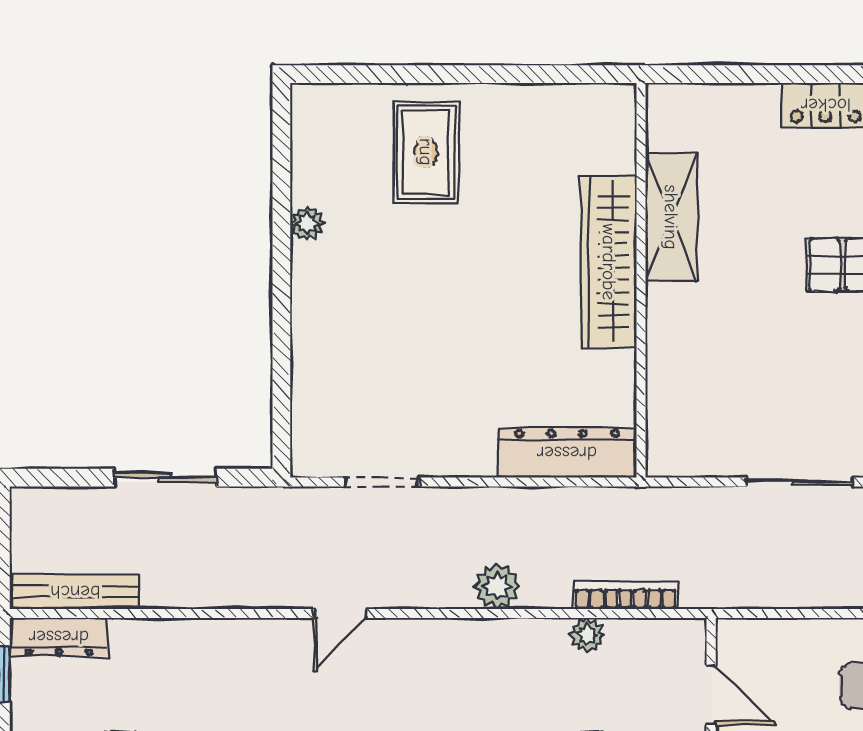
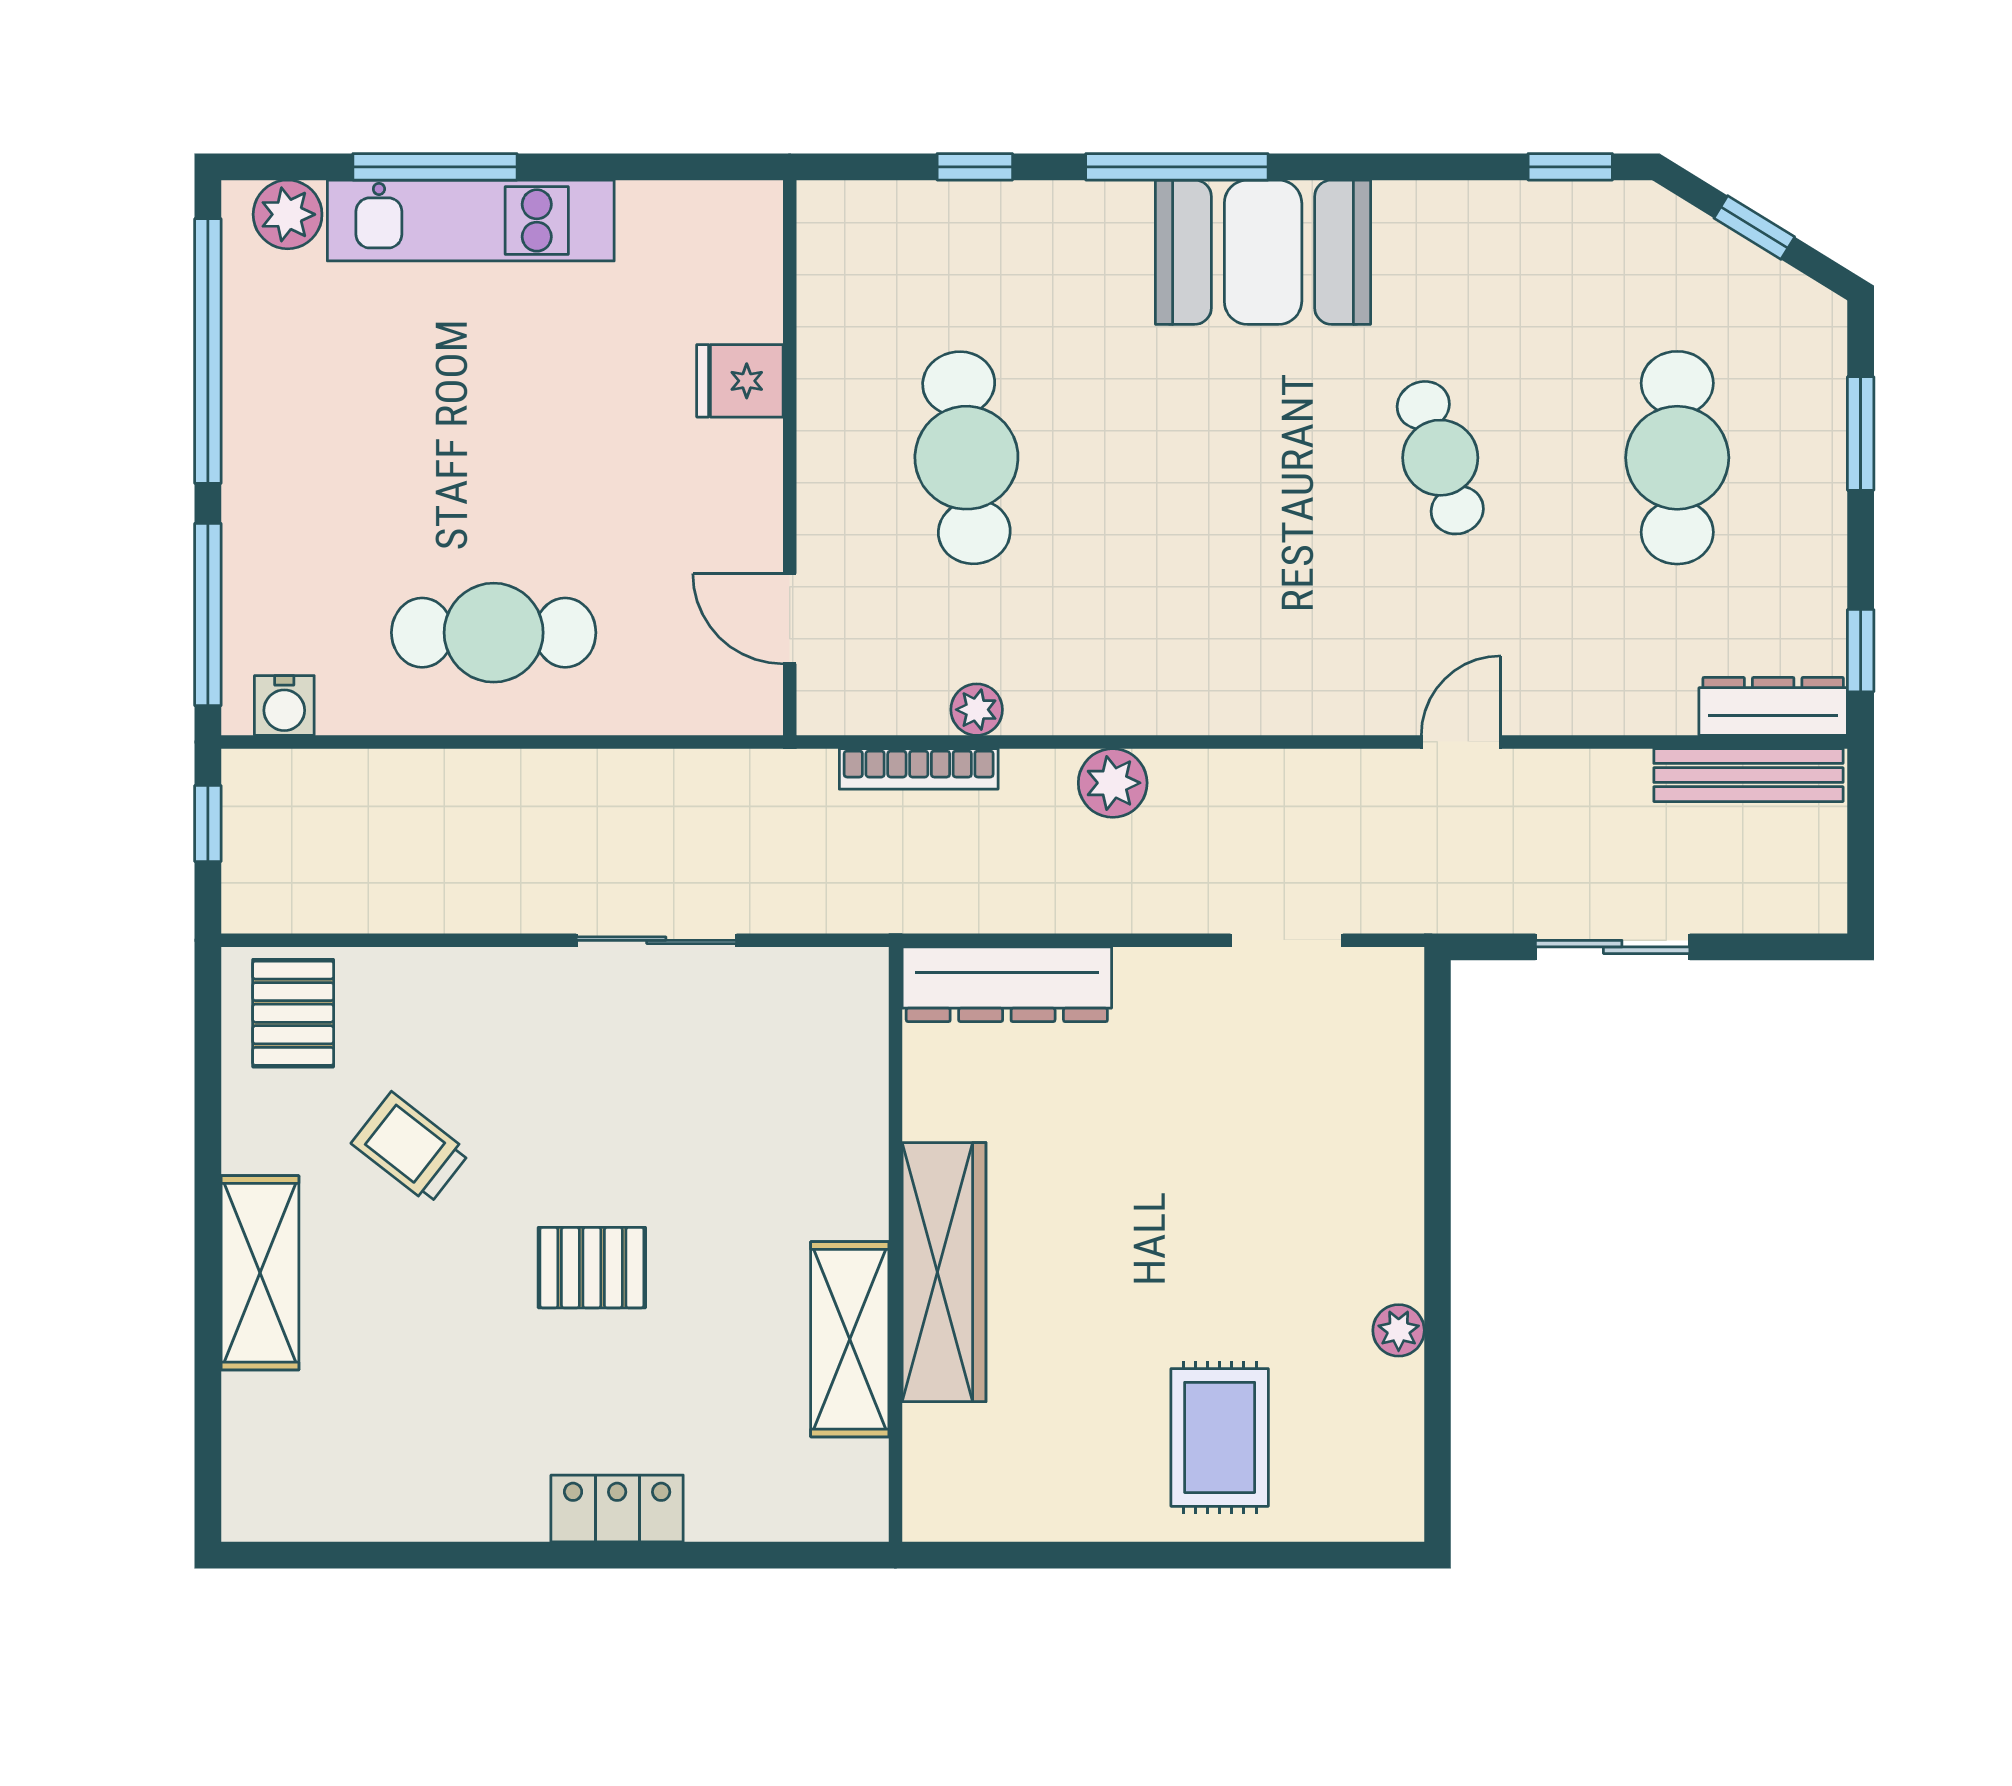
door: (340, 613) -> (1461, 742), moved

